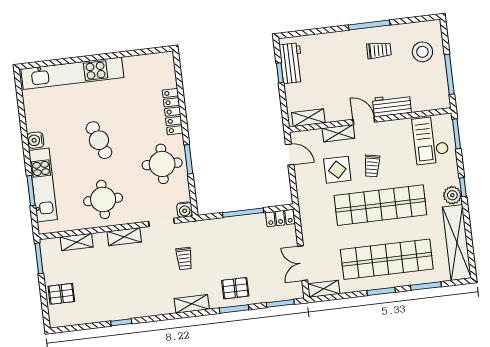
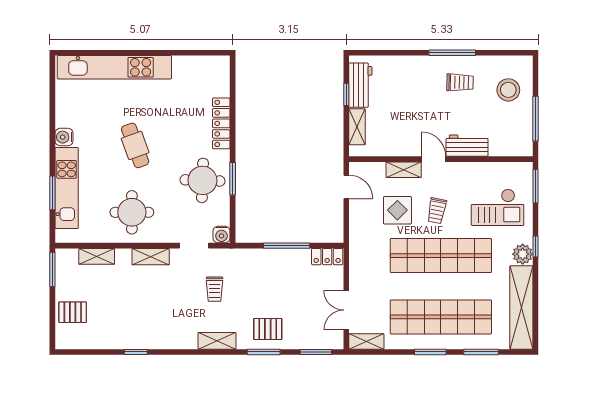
shelving: (308, 118) -> (357, 127), moved, turned 90
checkout: (431, 140) -> (498, 207), moved, turned -90

